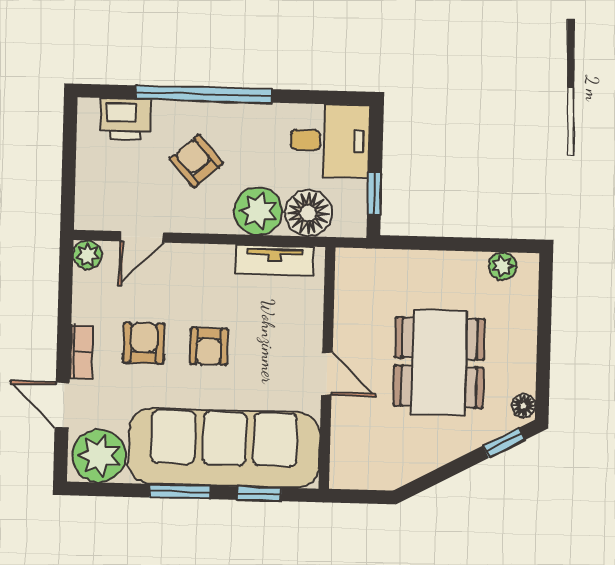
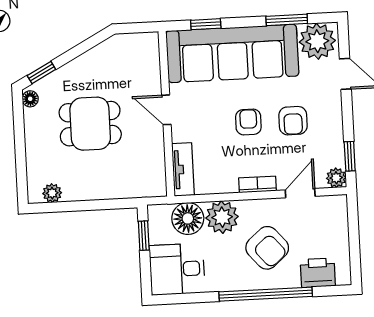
armchair: (196, 161) -> (267, 248), width x1.38, depth x1.38
tv unit: (275, 260) -> (183, 169), moved, turned 90
window: (66, 285) -> (350, 156), added
bookcase: (81, 352) -> (257, 184), moved, turned 90
dining table: (439, 363) -> (90, 124), width x0.73
window: (180, 492) -> (287, 20), moved

